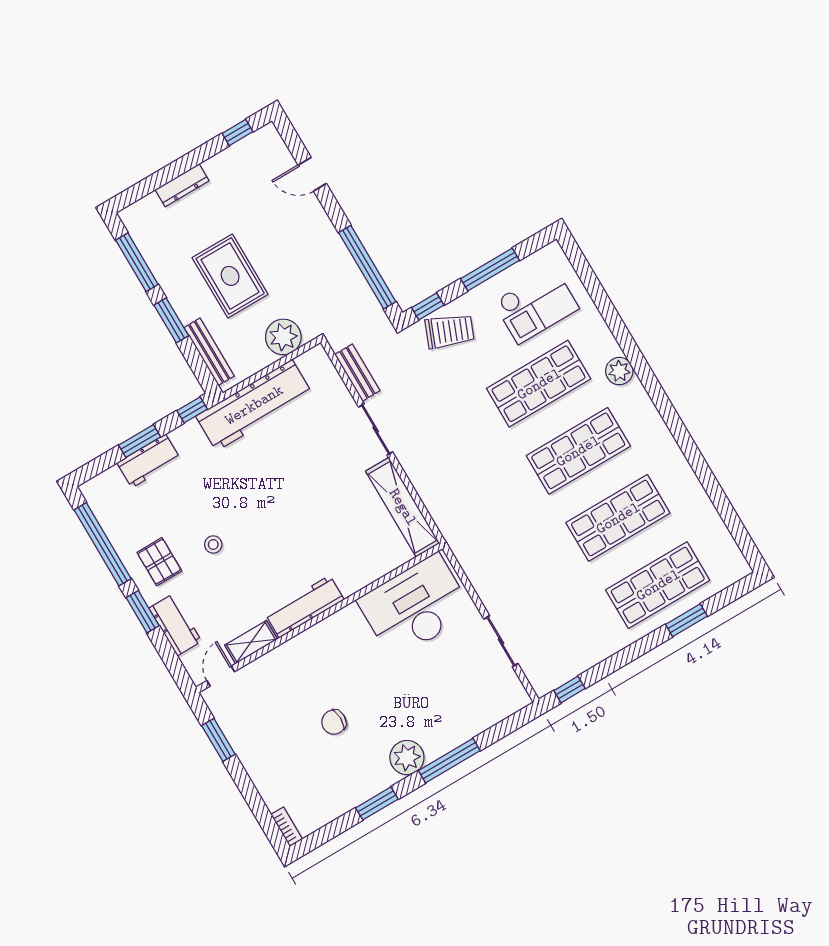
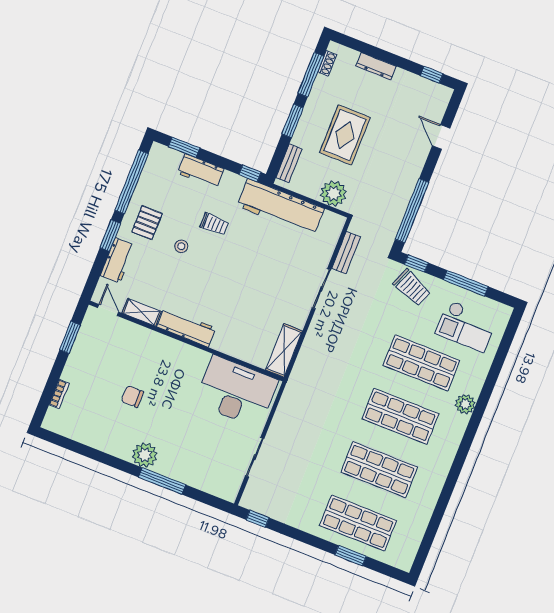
shoe rack: (138, 235) -> (327, 63), added
bench: (209, 352) -> (289, 163), width x0.73
window: (140, 441) -> (184, 147), moved
trolley: (217, 490) -> (214, 224), added
shelving: (403, 507) -> (284, 350), width x0.68
door: (221, 676) -> (108, 310), hinge flipped
window: (377, 803) -> (104, 458), removed
bookcase: (287, 827) -> (59, 394), moved

